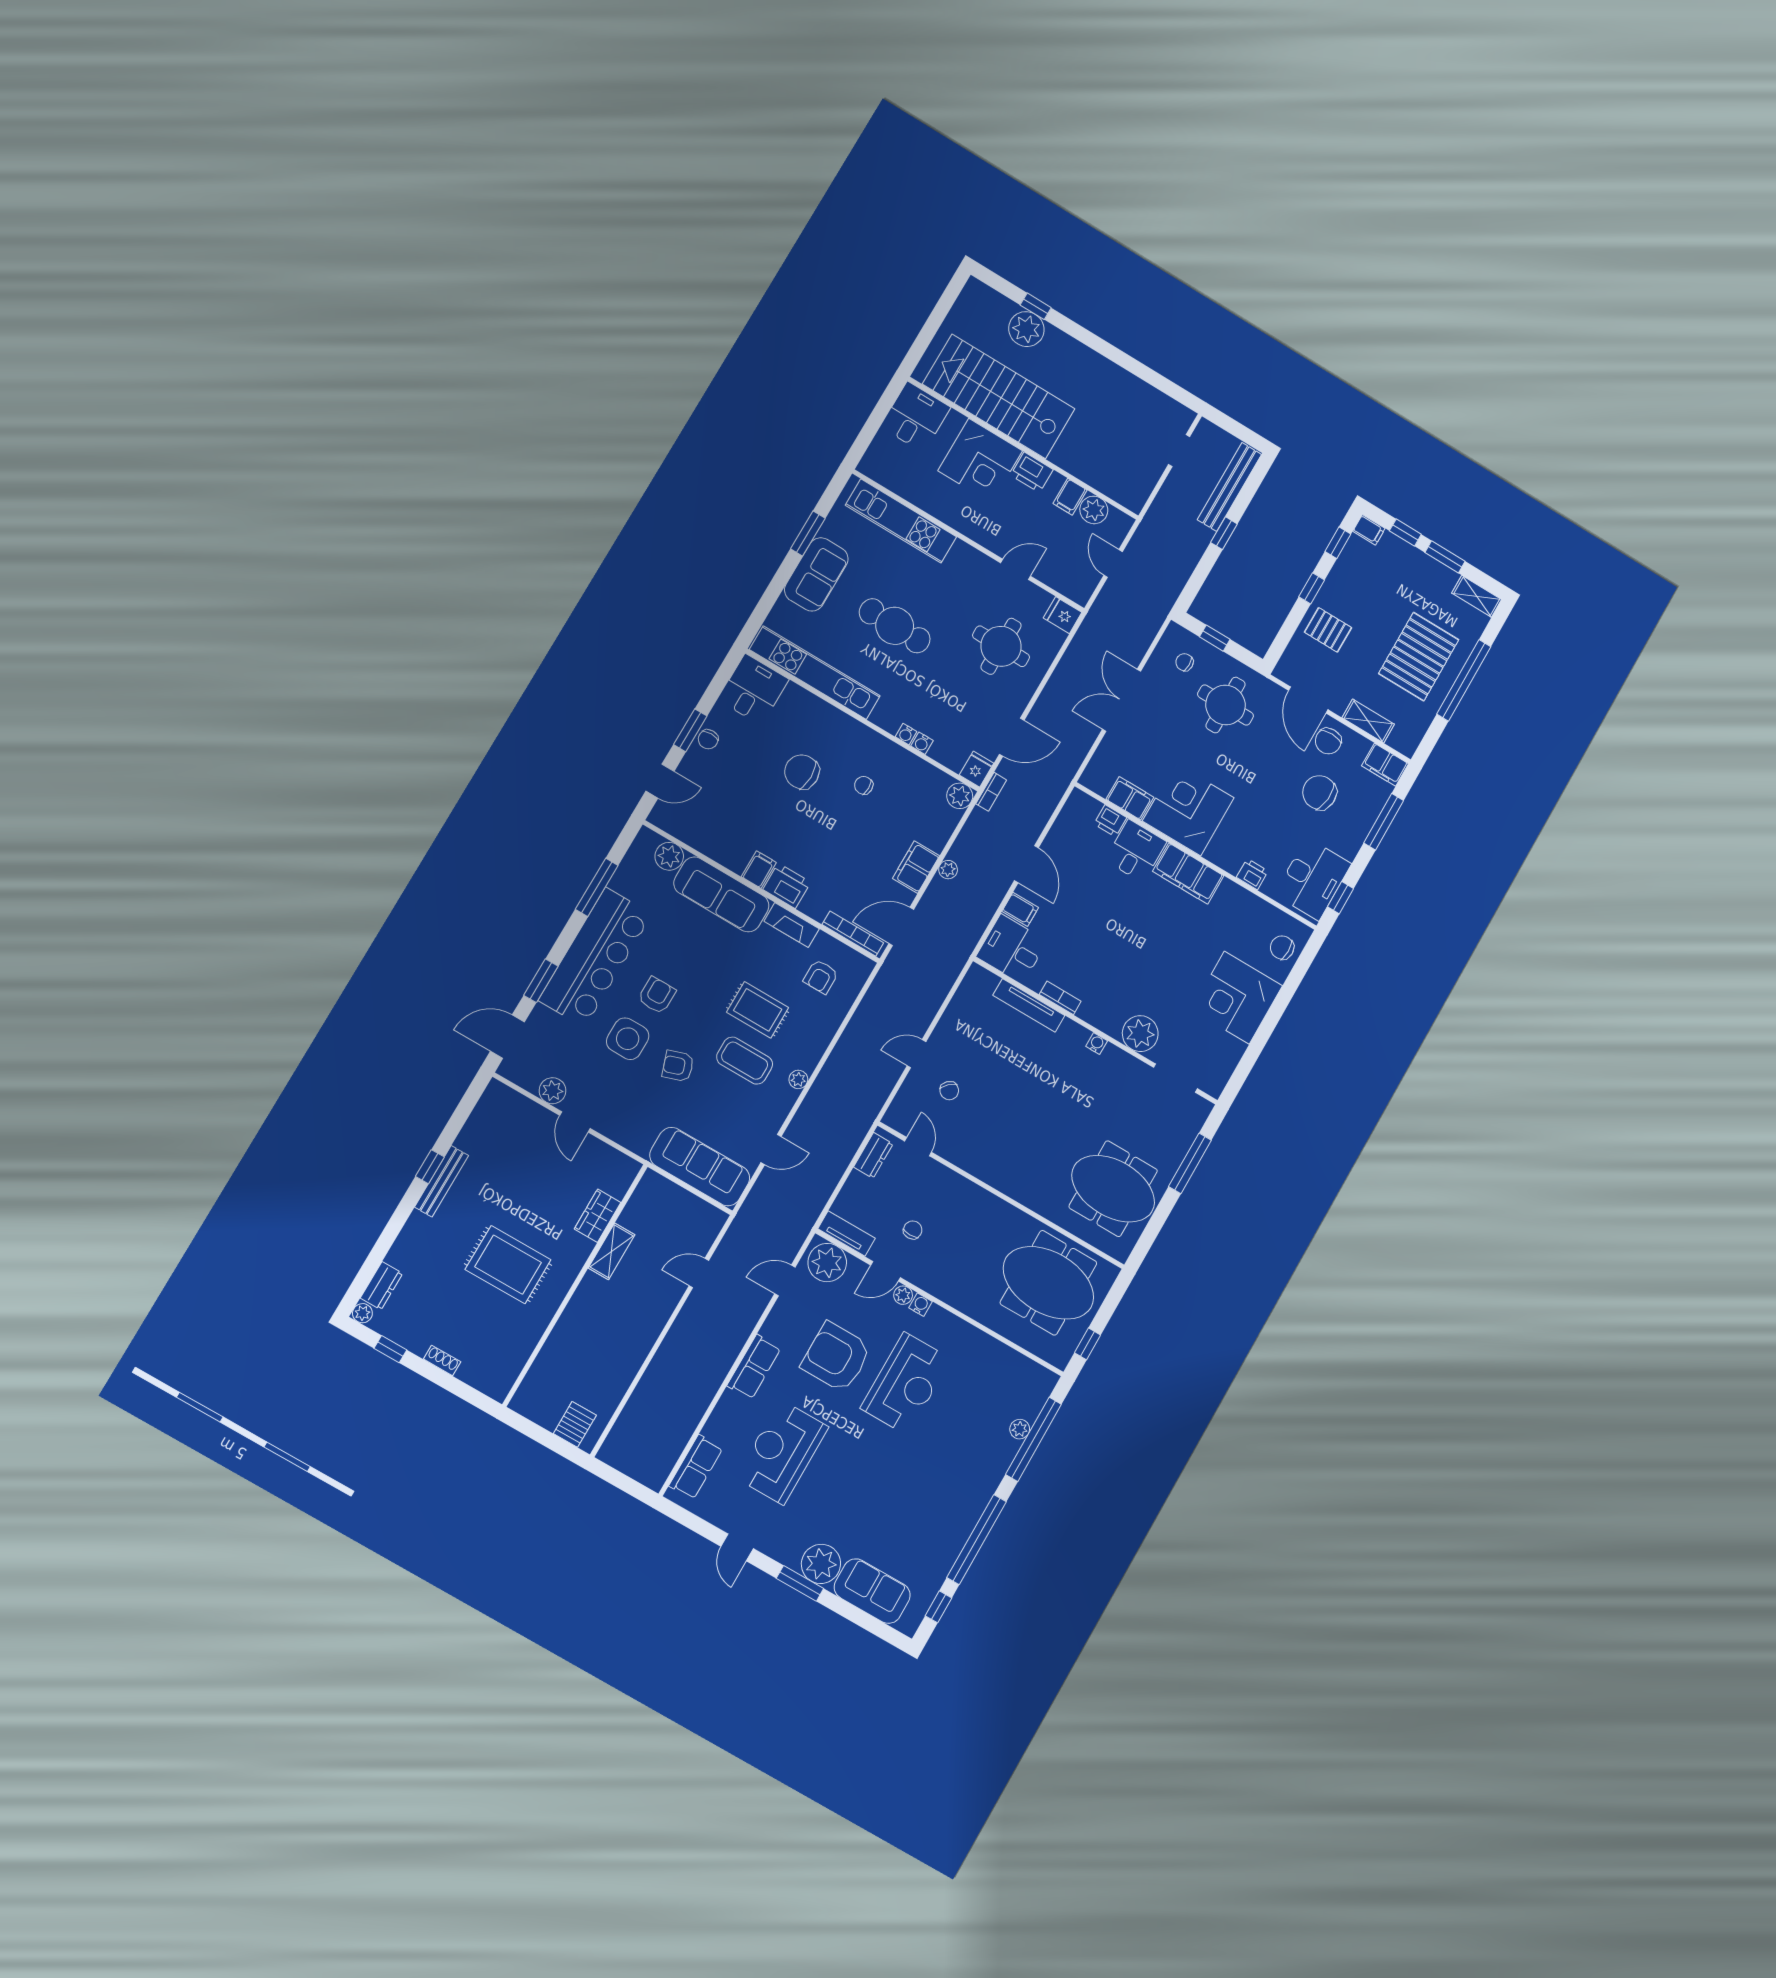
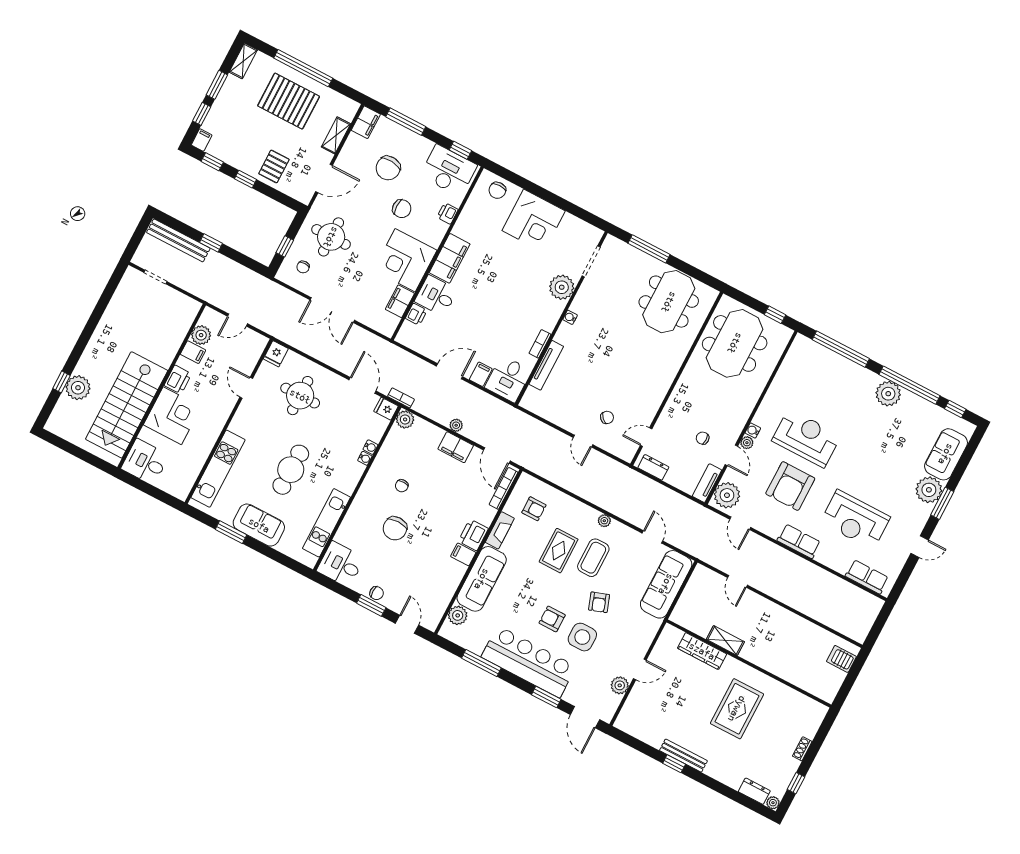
kitchen unit: (815, 673) -> (326, 523), width x0.73
chair: (1328, 741) -> (402, 209), moved
wardrobe: (598, 1216) -> (702, 651), width x1.50
plant: (1020, 1429) -> (888, 394), moved, width x1.88, depth x1.88

